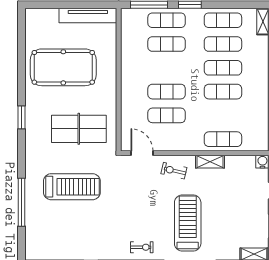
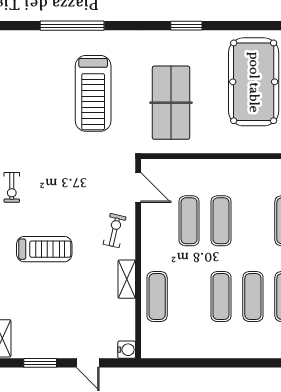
door: (142, 153) -> (138, 188), hinge flipped
treadmill: (188, 223) -> (44, 249), width x0.73, depth x0.73

